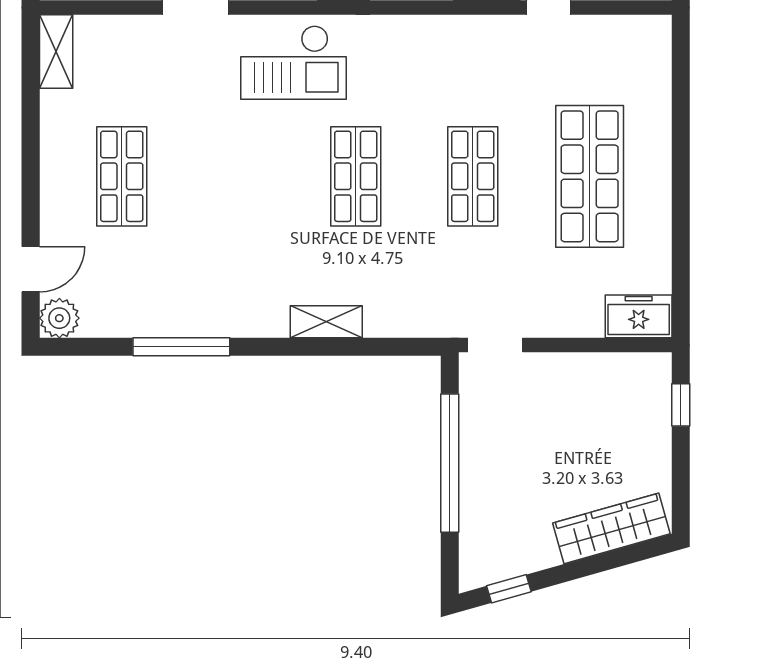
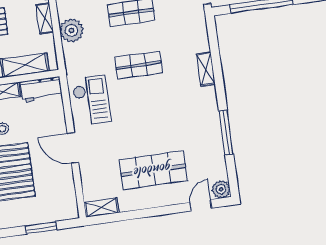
plant: (452, 41) -> (72, 30), added
shop shelf: (122, 176) -> (153, 170), width x1.43, depth x1.36
door: (31, 269) -> (201, 205), hinge flipped

